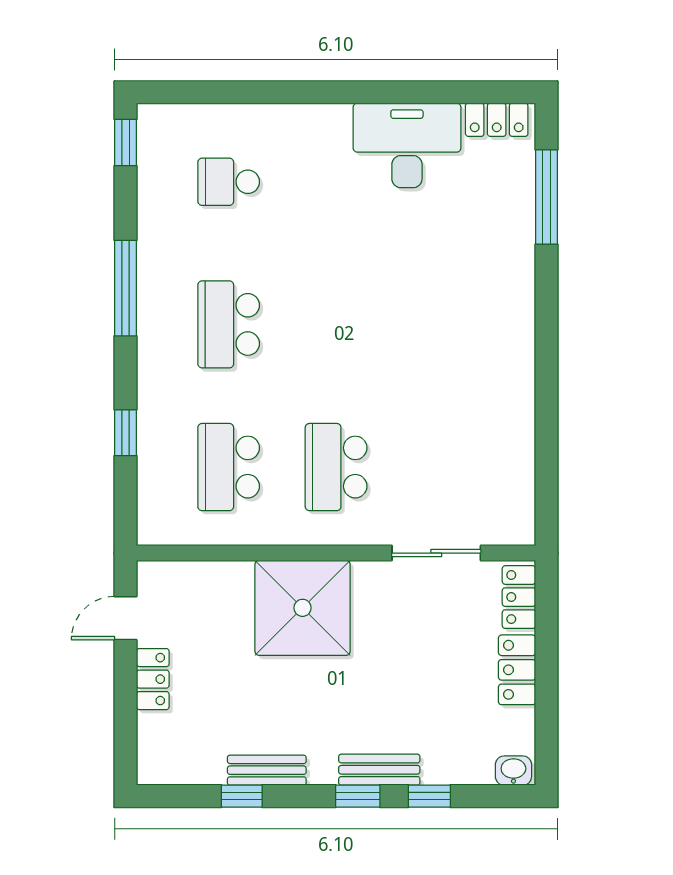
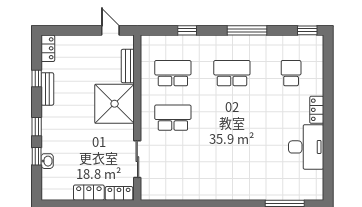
locker: (497, 120) -> (317, 110), moved
locker: (153, 679) -> (48, 48), moved, turned -90
bench: (379, 770) -> (128, 66), moved
washbasin: (513, 771) -> (47, 161), moved

